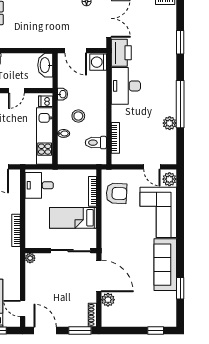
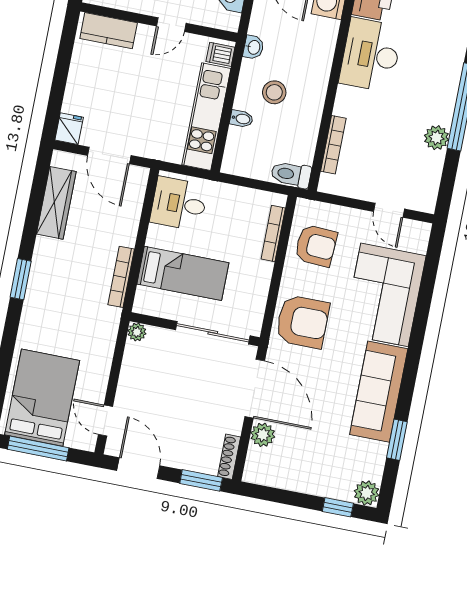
toilet: (96, 143) -> (291, 174), moved
plant: (169, 179) -> (367, 493), moved
bed: (73, 218) -> (183, 273), moved, turned 180
armchair: (117, 235) -> (302, 322), added

